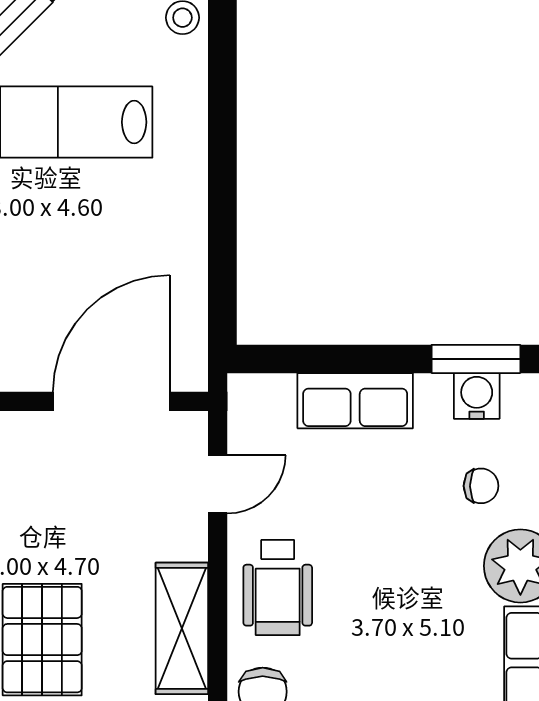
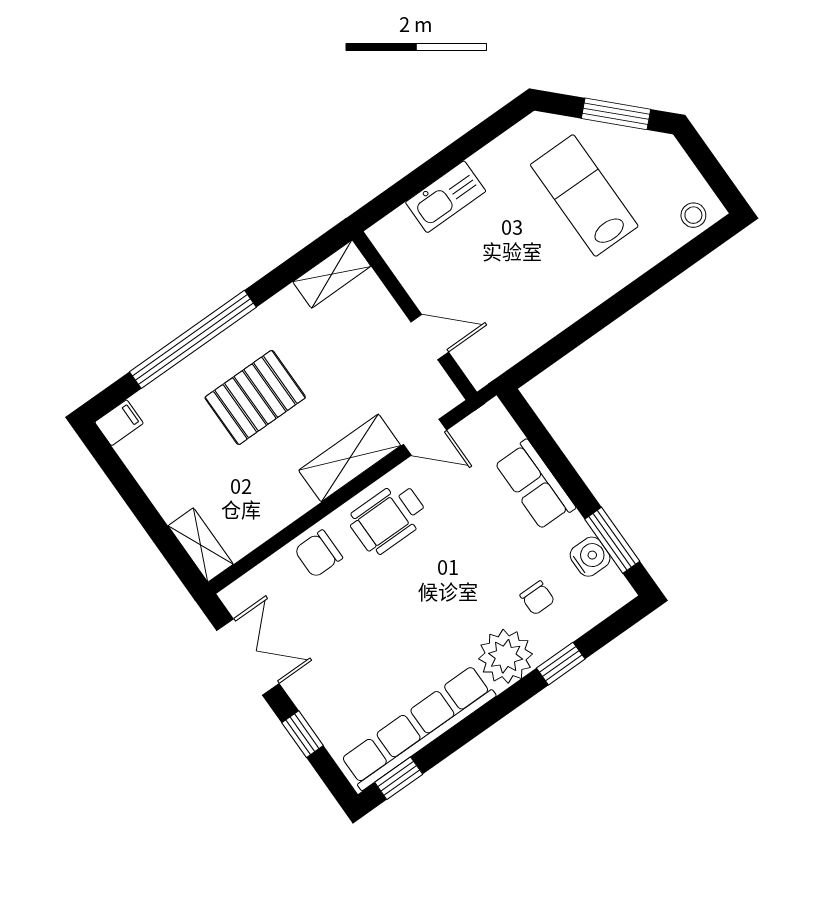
door: (111, 401) -> (430, 337), width x0.53
shelving: (182, 628) -> (350, 458), moved

